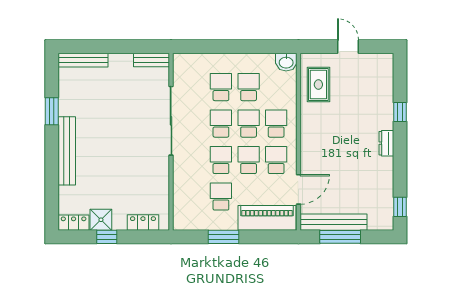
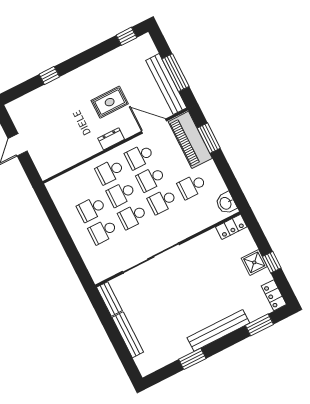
bench: (83, 60) -> (128, 335), moved
washbasin: (286, 62) -> (226, 203), moved, turned 180
rug: (318, 85) -> (110, 102), moved
dresser: (386, 143) -> (111, 139), moved, turned 180
window: (52, 194) -> (259, 325), added
shower: (101, 220) -> (254, 262), moved
locker: (143, 223) -> (231, 227), moved, turned -90
window: (223, 237) -> (209, 138), moved

